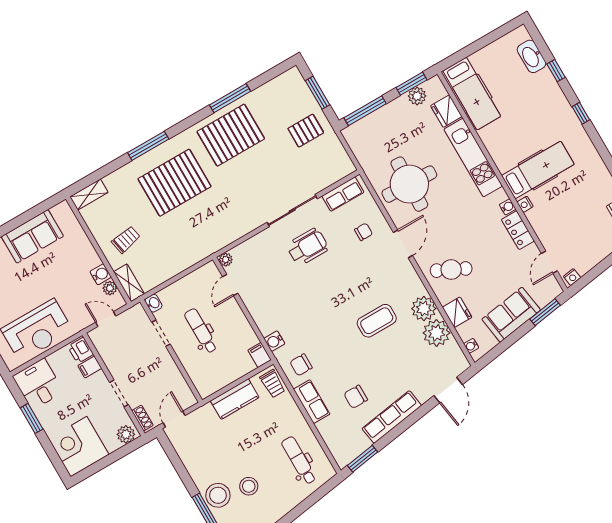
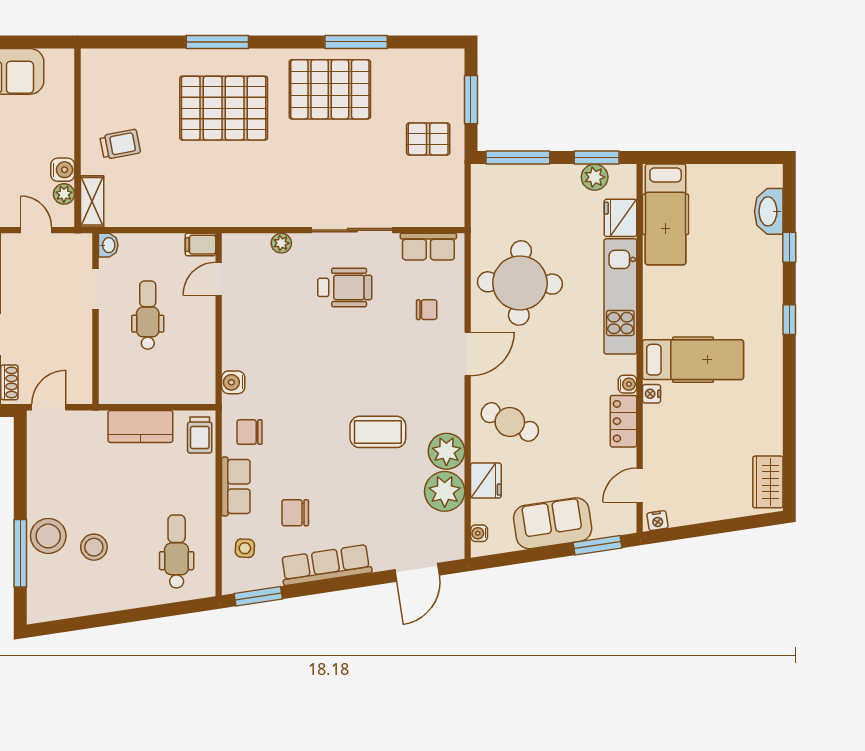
shelving: (89, 195) -> (106, 60), removed
plant: (226, 260) -> (281, 243), moved
filing cabinet: (260, 355) -> (200, 245), moved, turned -90
side table: (338, 435) -> (245, 548), added

